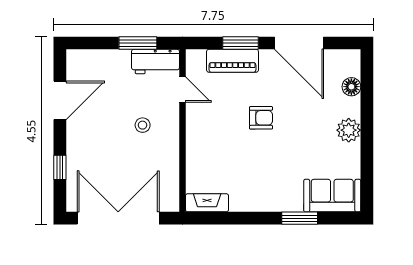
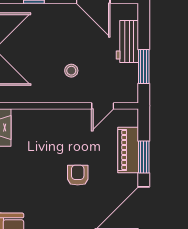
workbench: (155, 62) -> (127, 41), moved
armchair: (261, 118) -> (78, 175), turned 180

